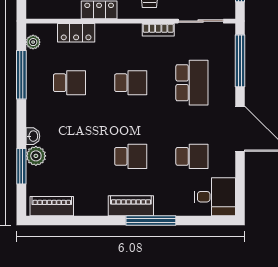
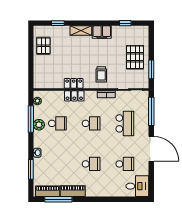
locker: (76, 33) -> (74, 96), moved
plant: (36, 156) -> (39, 125), moved
piano: (131, 206) -> (73, 191), moved
window: (151, 220) -> (58, 199), moved

